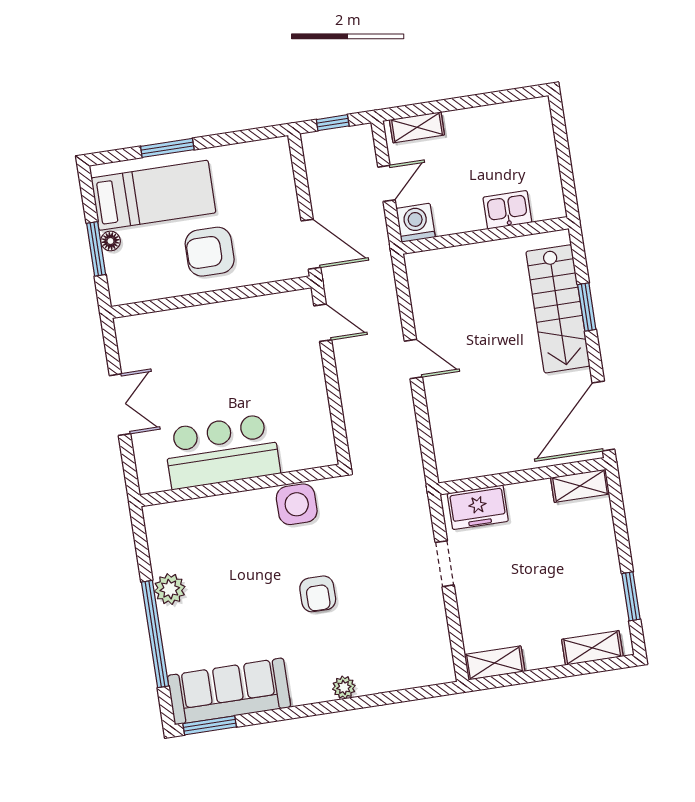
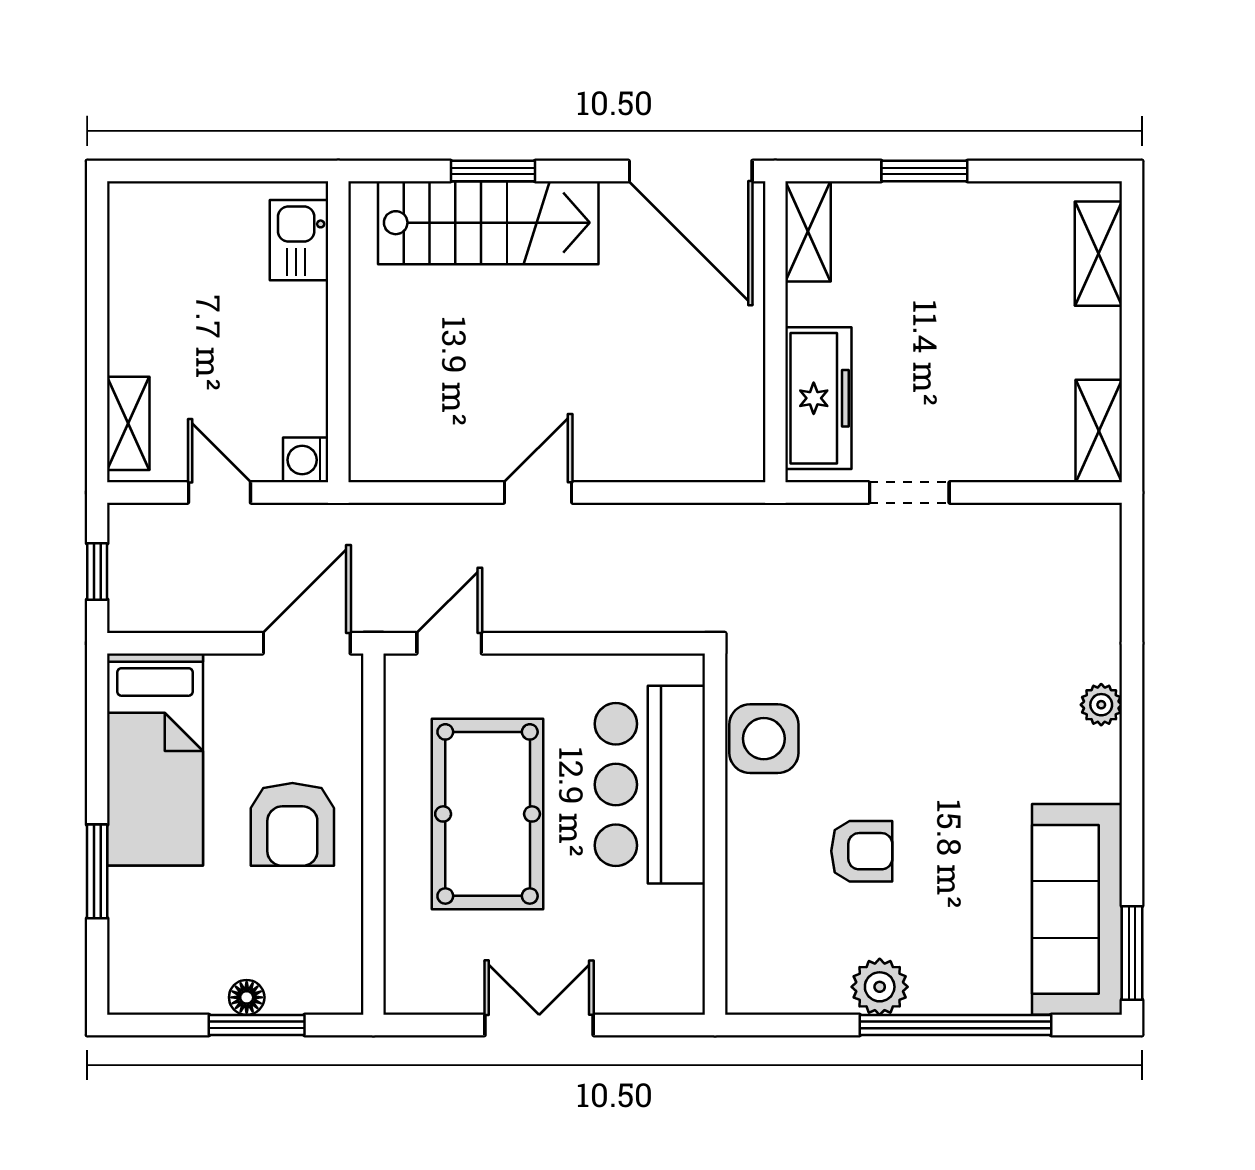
bed: (153, 195) -> (155, 759), moved, turned 180
kitchen sink: (507, 210) -> (299, 240), moved
washing machine: (416, 223) -> (306, 460), width x0.73, depth x0.73
pool table: (232, 358) -> (488, 814), added
bar counter: (222, 452) -> (650, 785), moved
freezer: (478, 507) -> (818, 398), width x1.40
armchair: (318, 594) -> (862, 851), moved
window: (631, 596) -> (924, 171), moved

